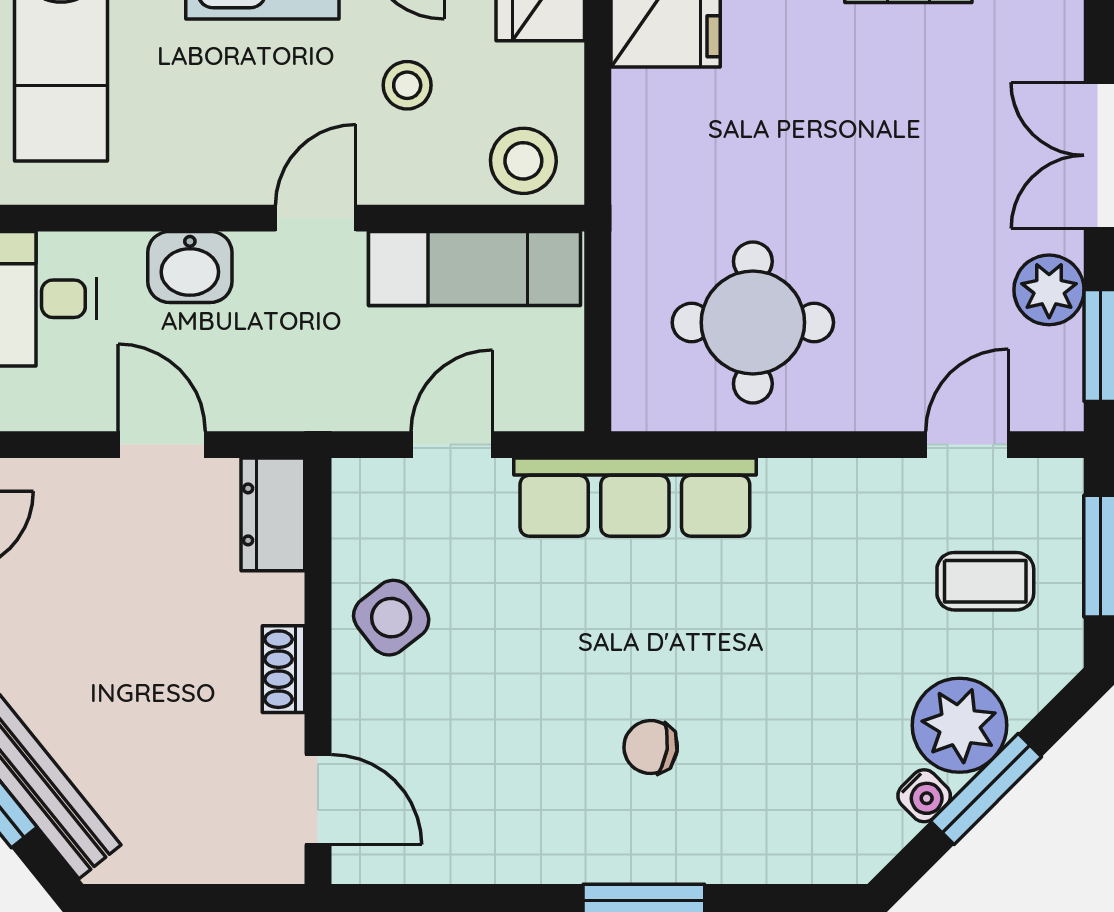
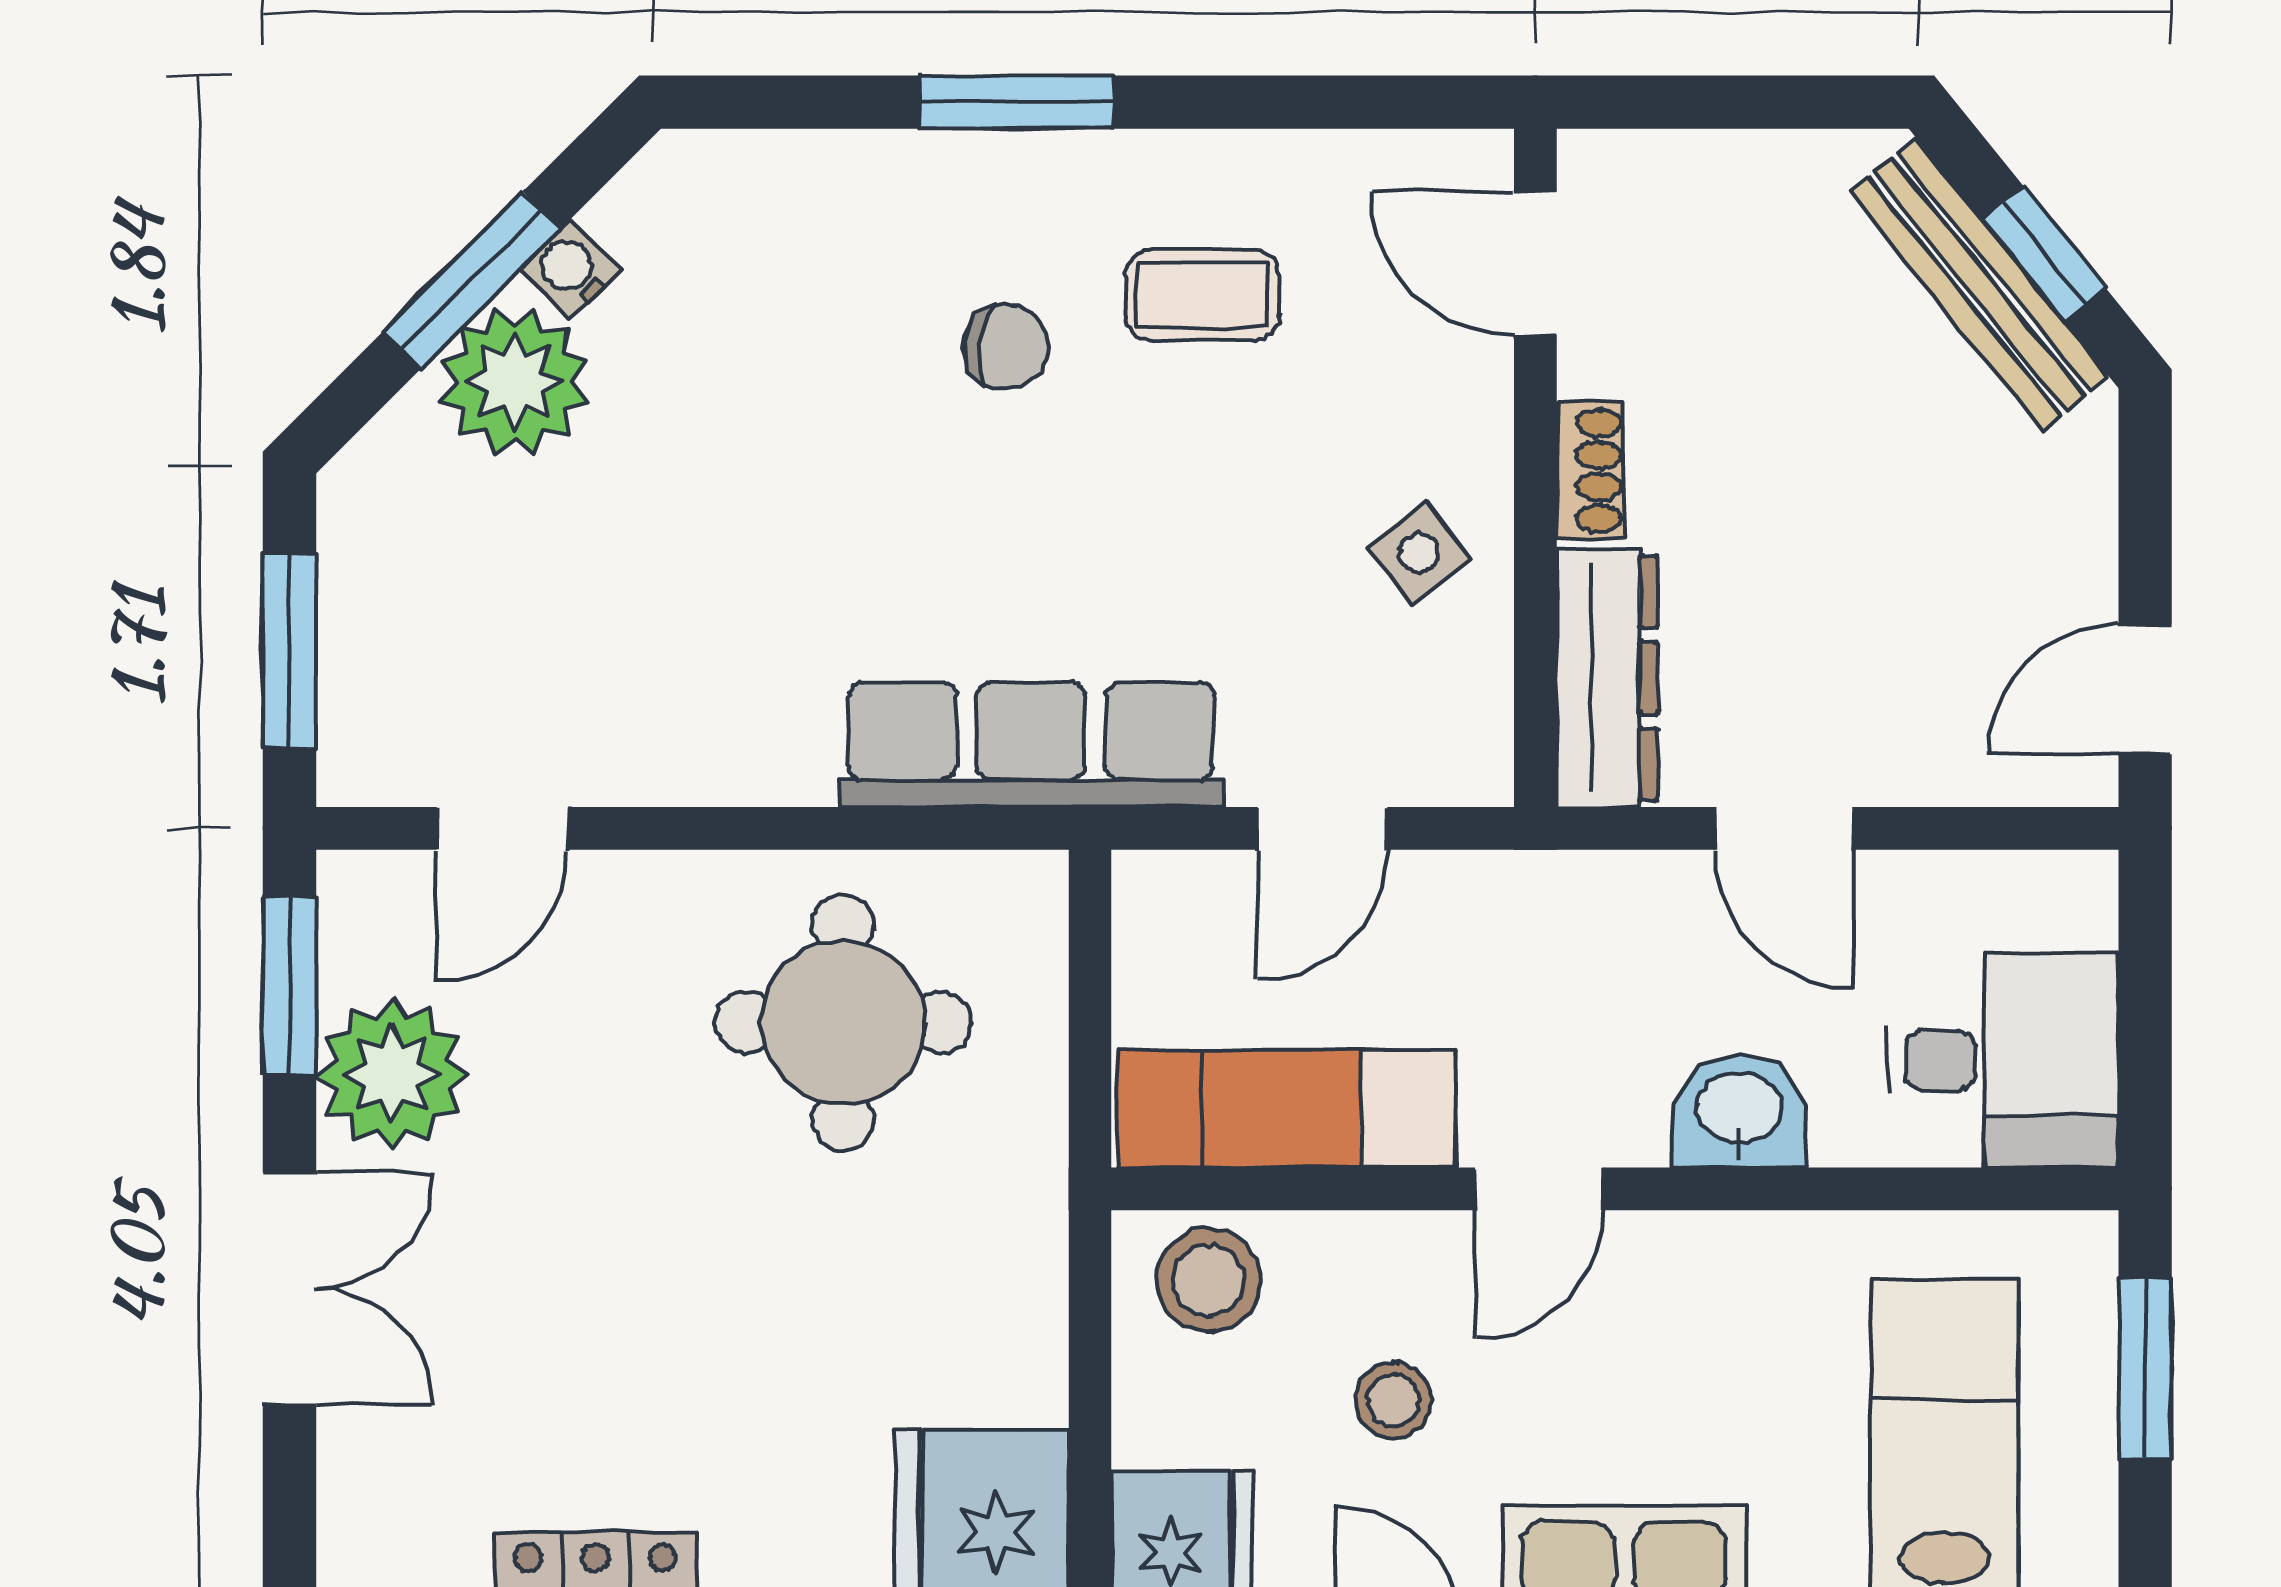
plant: (1049, 290) -> (392, 1075), width x1.36, depth x1.36
dresser: (273, 514) -> (1607, 678), width x1.44
coffee table: (985, 581) -> (1202, 295), moved
side table: (391, 618) -> (1419, 553), width x0.73, depth x0.73

